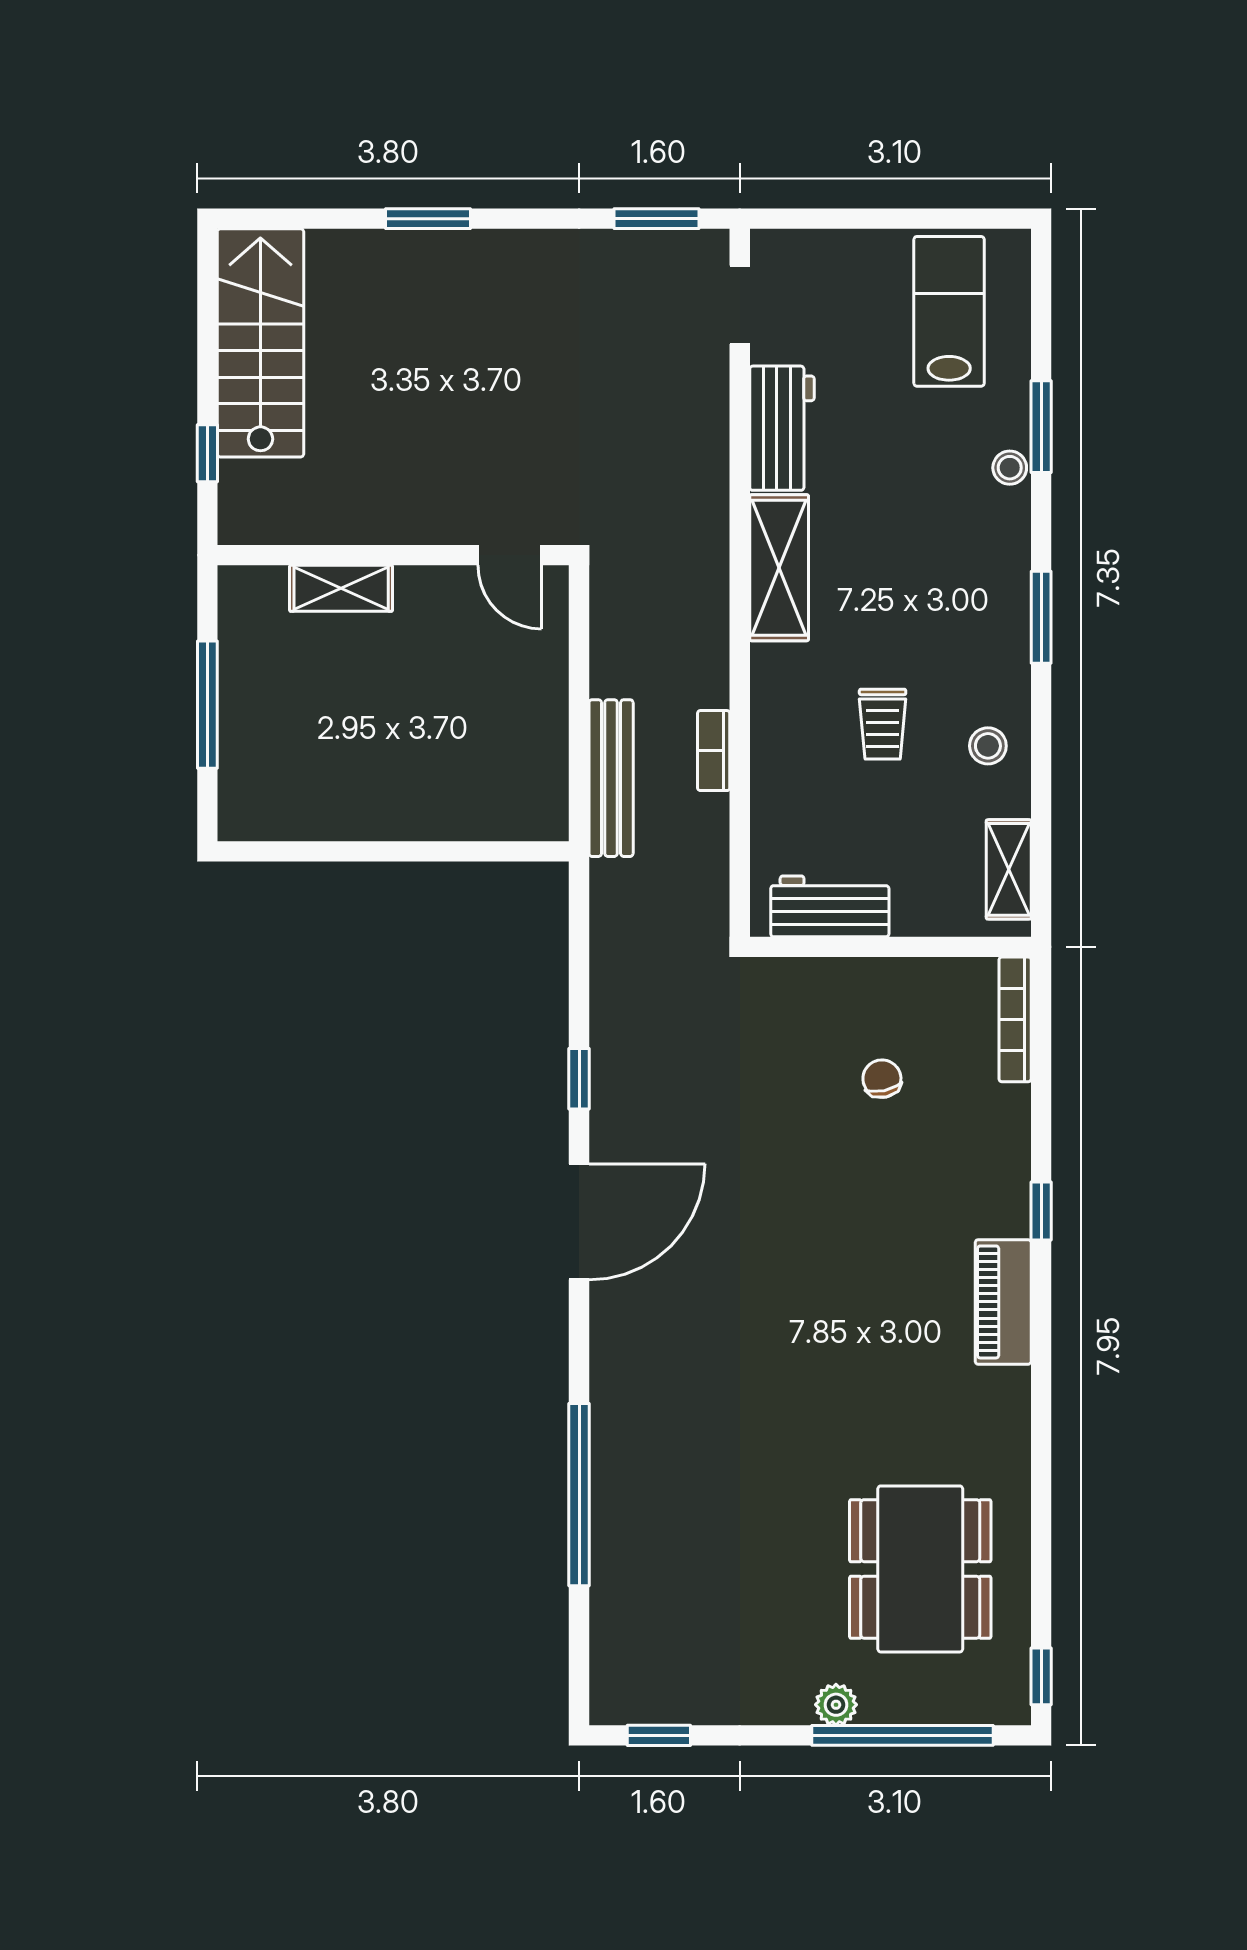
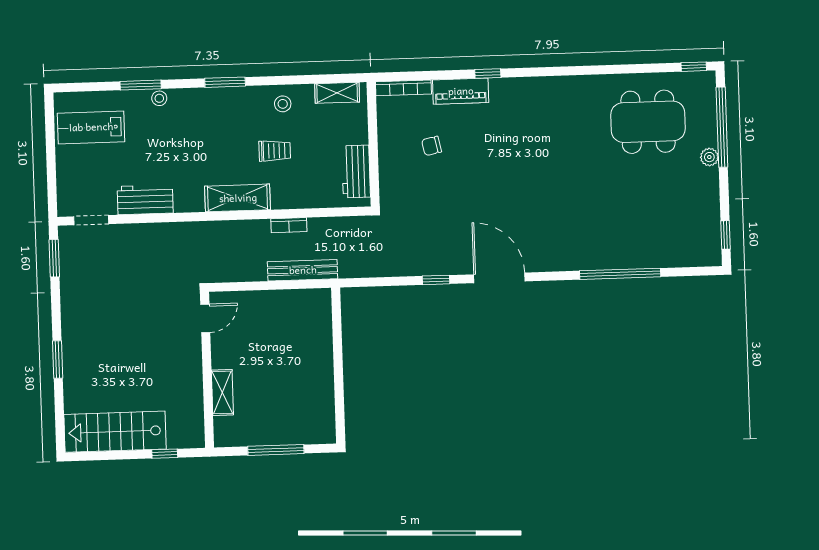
shelving: (779, 568) -> (238, 198), moved
piano: (1003, 1302) -> (461, 91), moved

